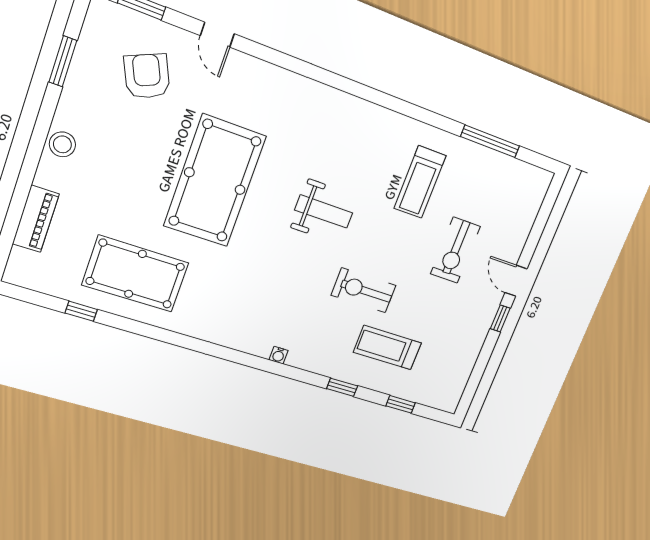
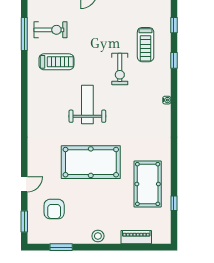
armchair: (147, 76) -> (54, 209), turned -66
weight bench: (324, 212) -> (87, 105), width x1.36, depth x1.33
exercise bike: (455, 250) -> (51, 30), moved

